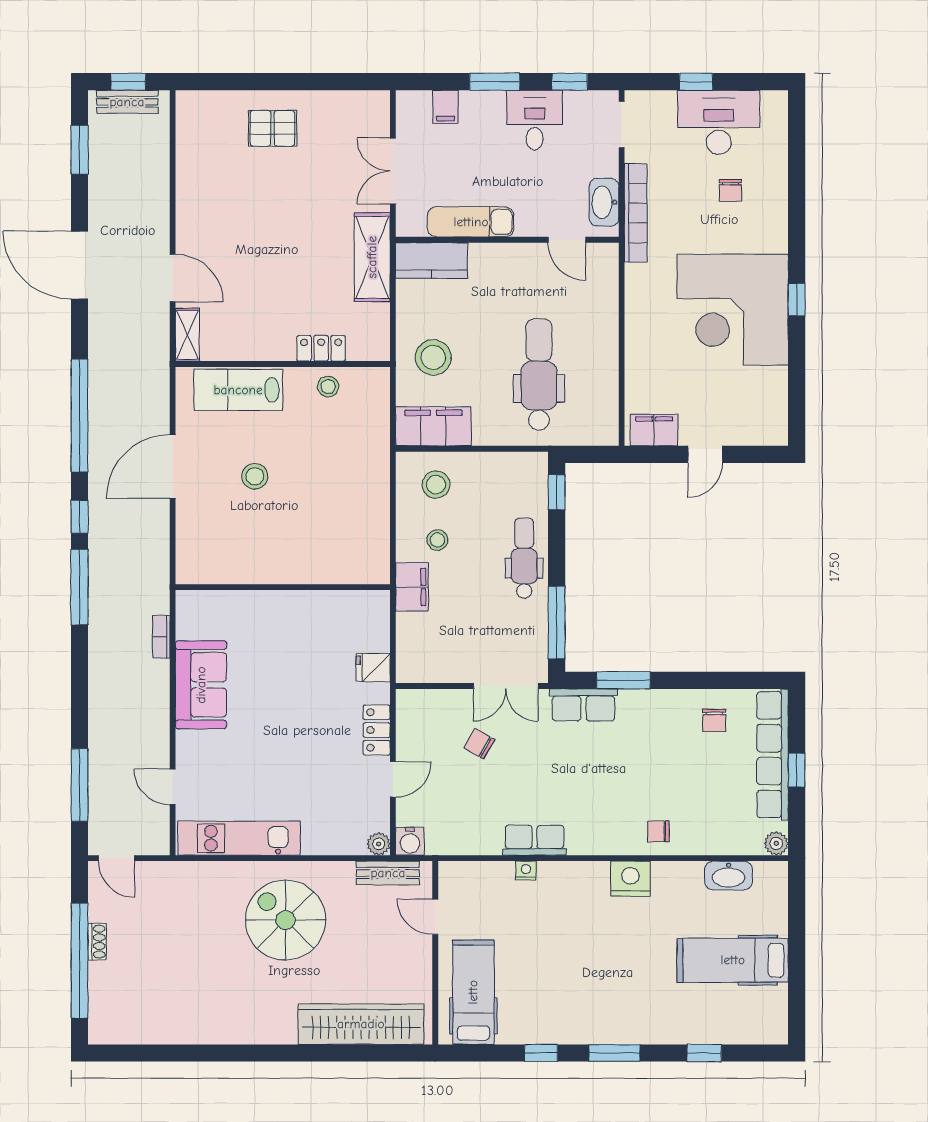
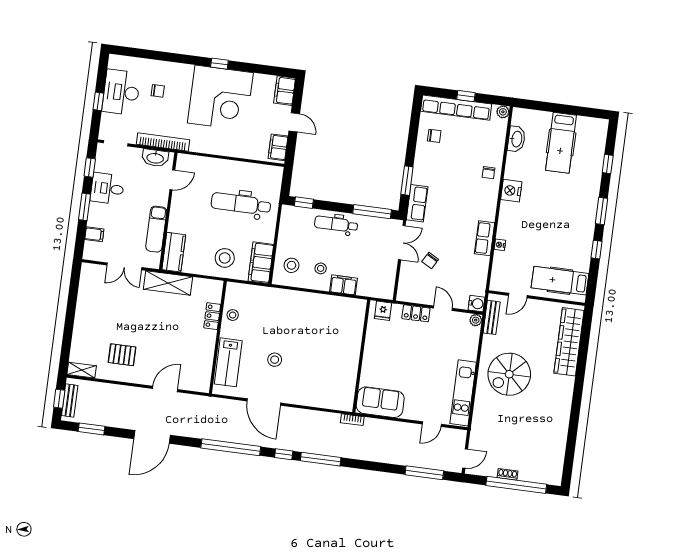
pallet: (272, 128) -> (122, 355), moved, turned 90
shelving: (187, 335) -> (82, 370), moved
filing cabinet: (762, 428) -> (285, 91), added
wall: (283, 587) -> (361, 356), moved

